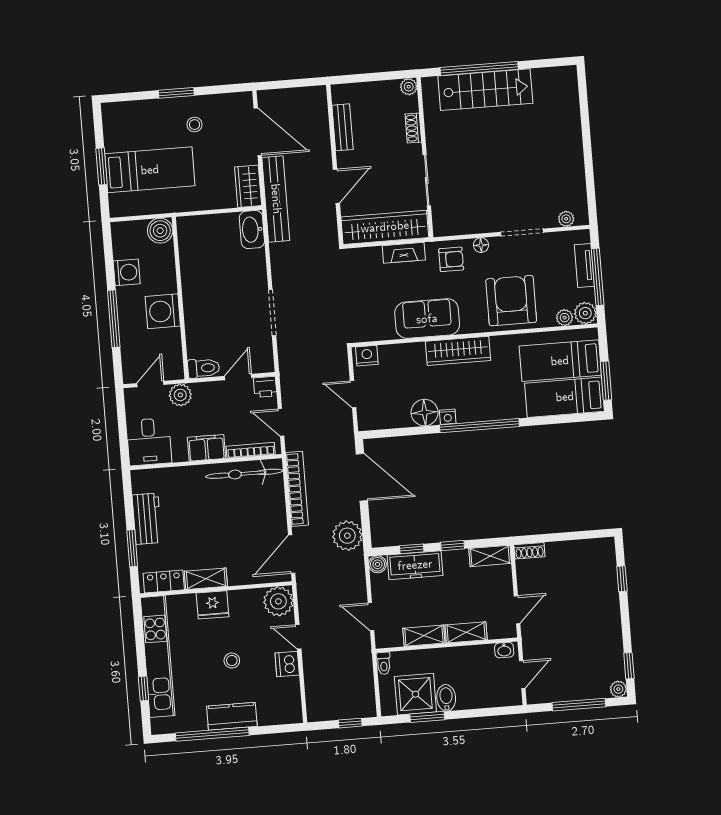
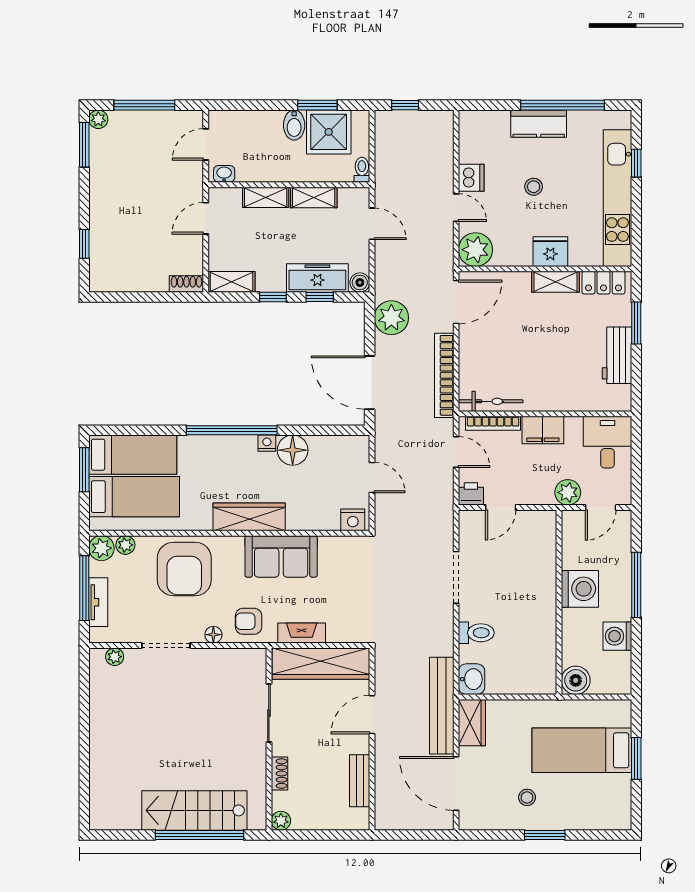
washbasin: (252, 230) -> (472, 679), width x0.72
toilet: (204, 368) -> (476, 633), moved, turned 180
bicycle: (244, 474) -> (491, 401), width x0.73, depth x0.71
window: (629, 666) -> (84, 145), width x1.50

